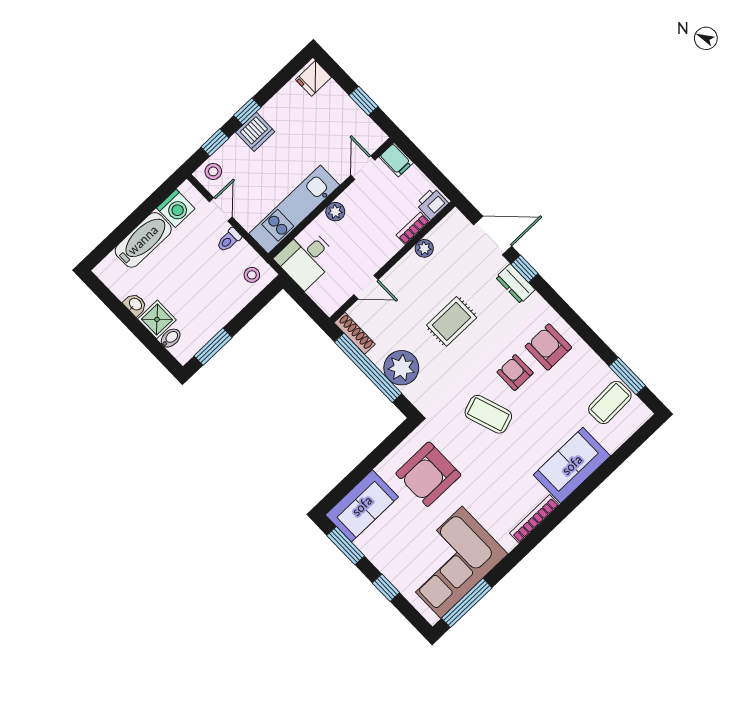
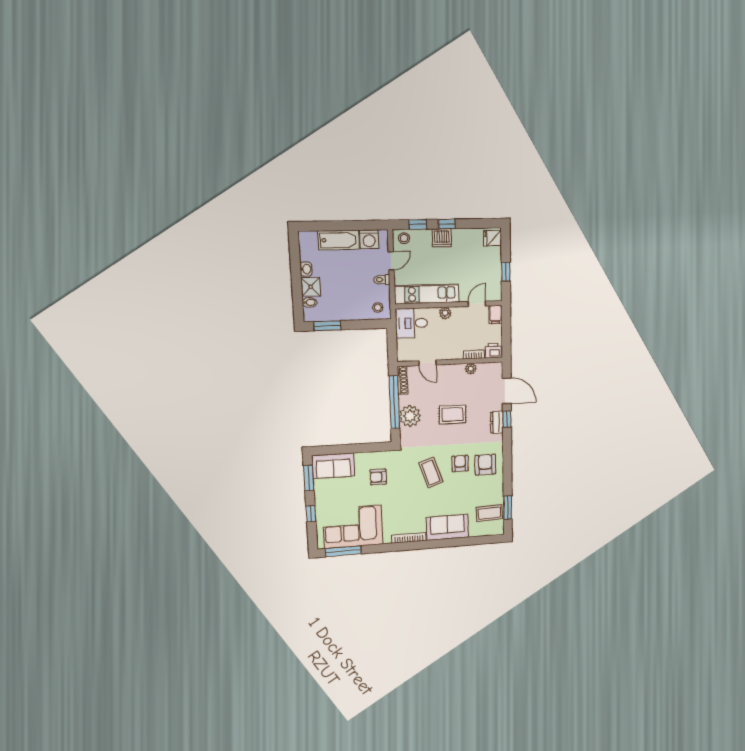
armchair: (428, 474) -> (378, 477), width x0.53, depth x0.53

